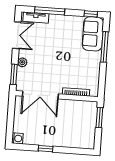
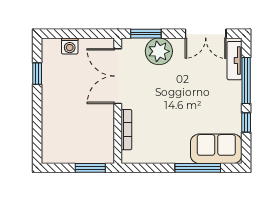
window: (91, 14) -> (246, 123), moved
plant: (22, 62) -> (159, 51), width x1.88, depth x1.88
washing machine: (17, 138) -> (70, 46), moved
window: (46, 149) -> (37, 74), moved

